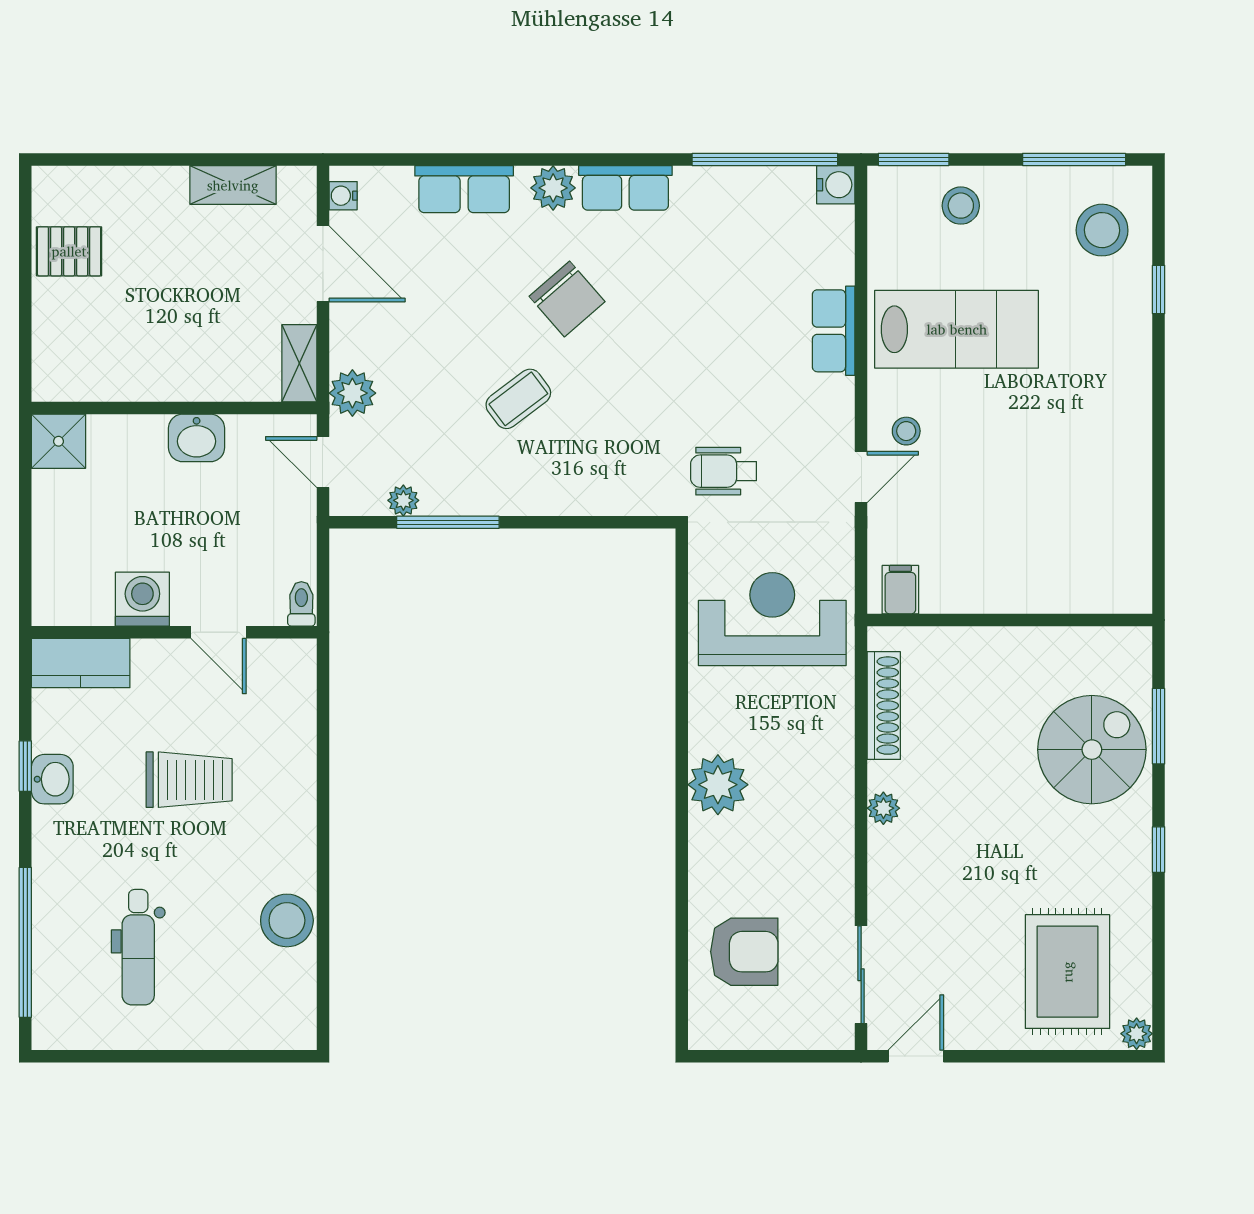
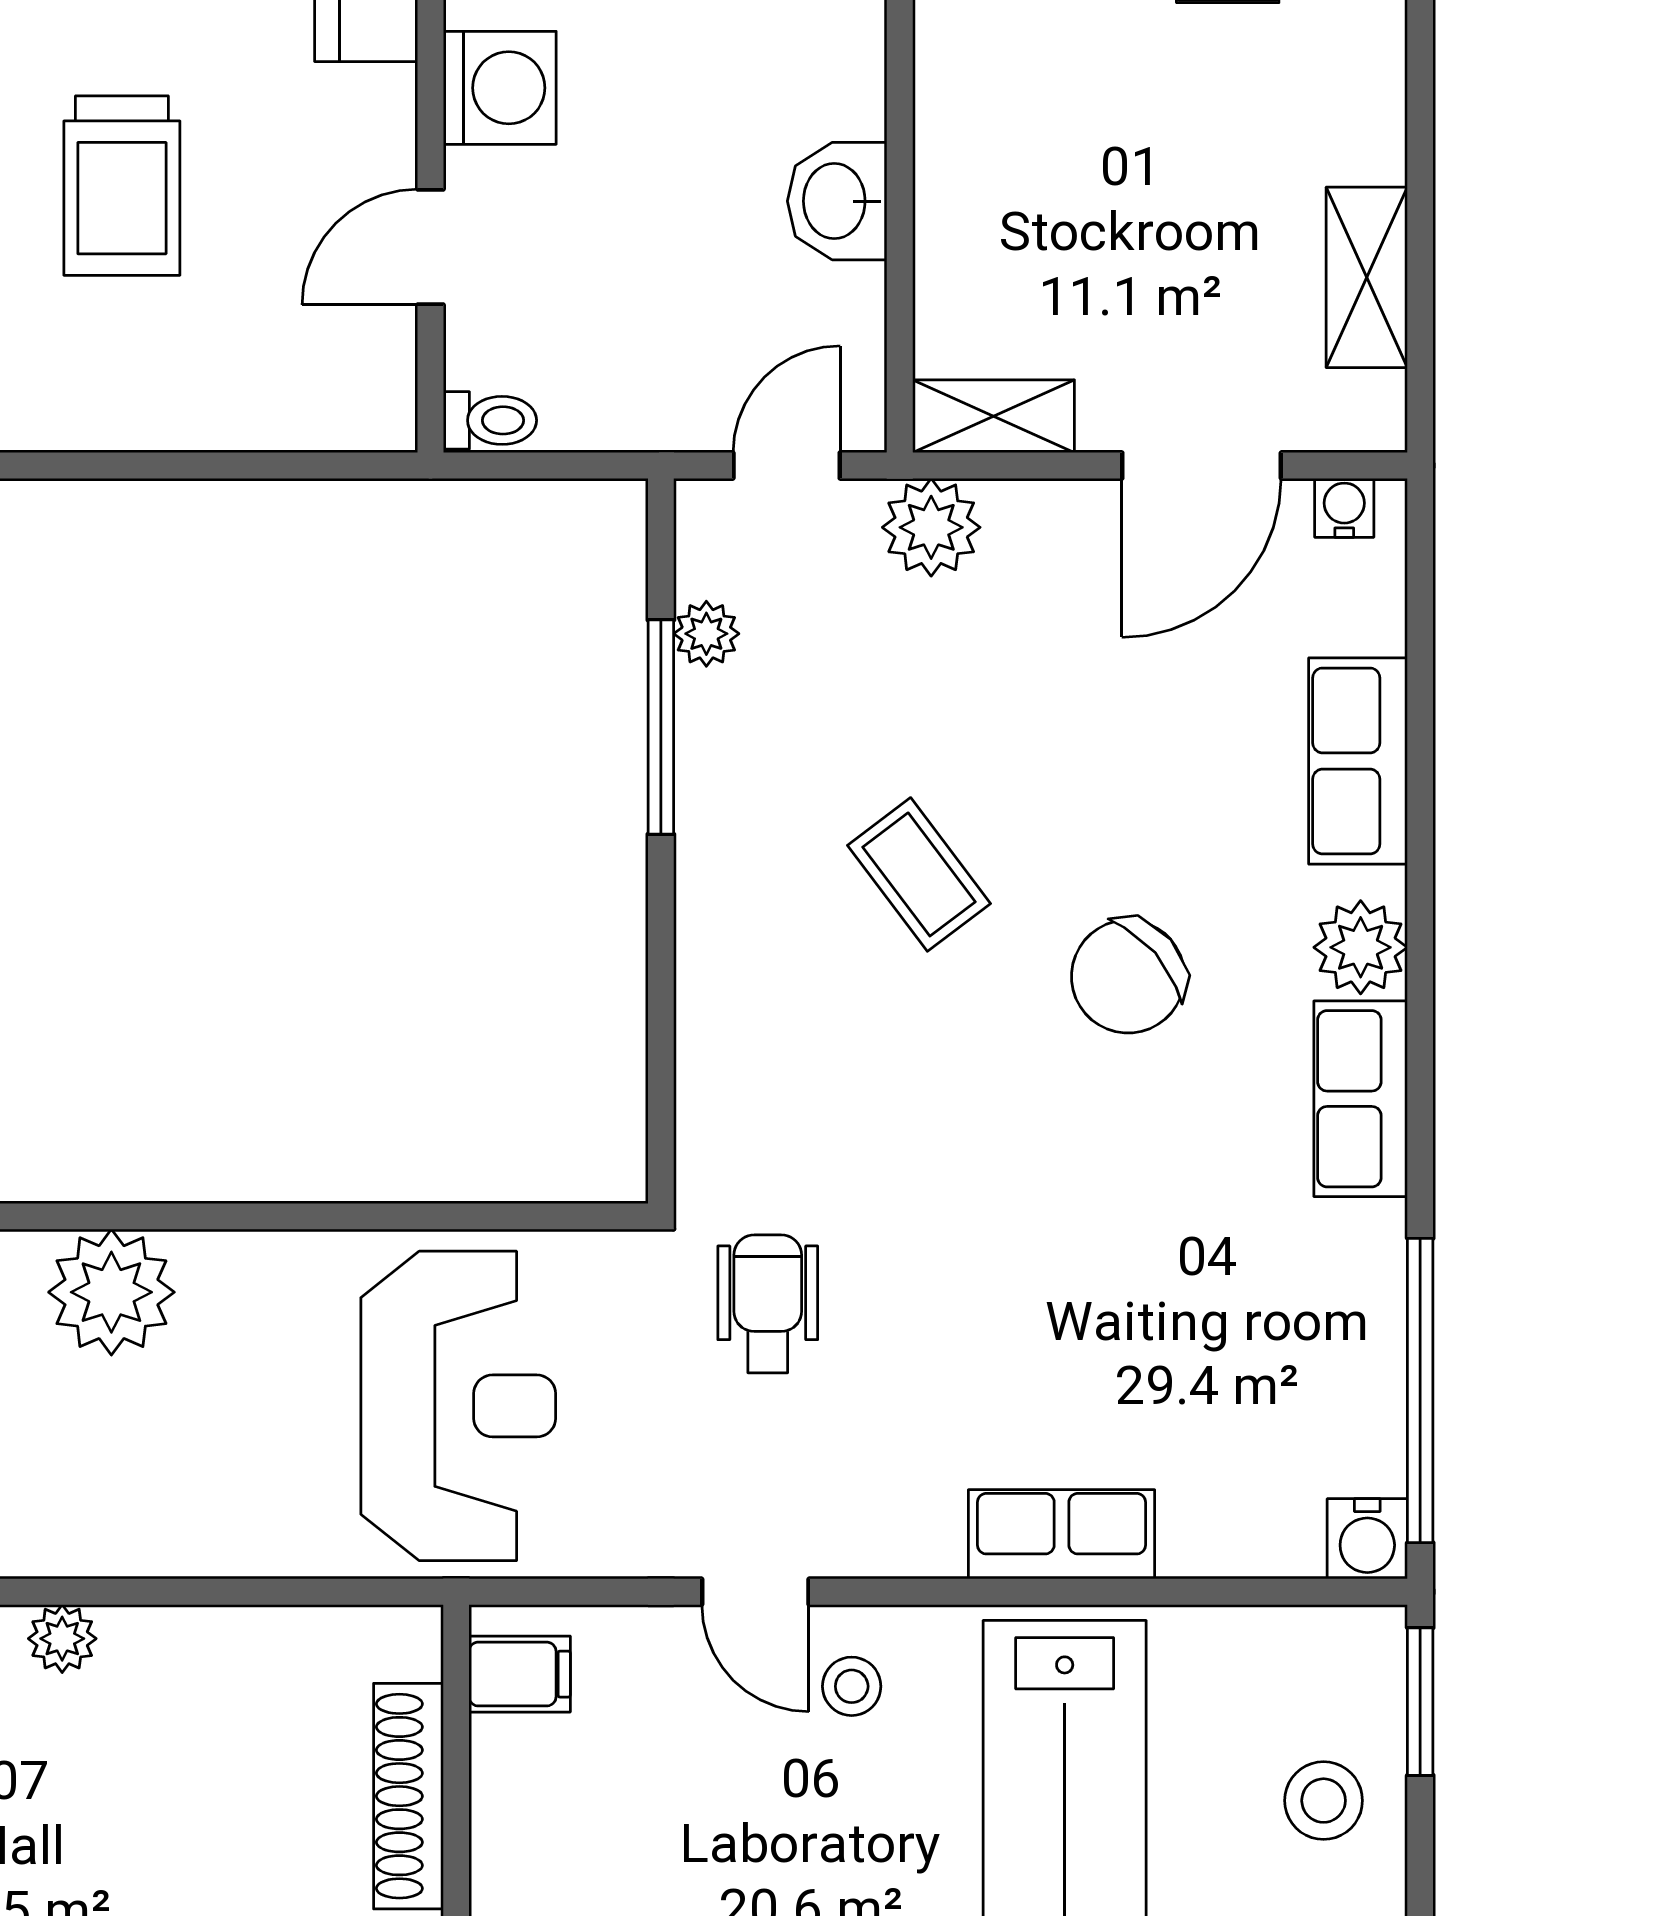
shoe rack: (884, 706) -> (408, 1796), moved, turned 90

